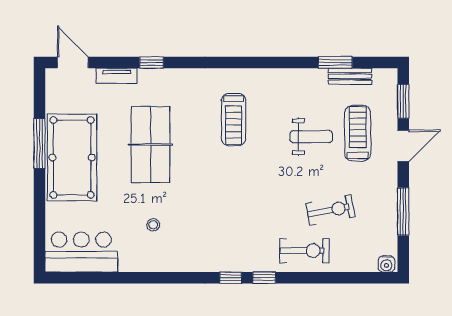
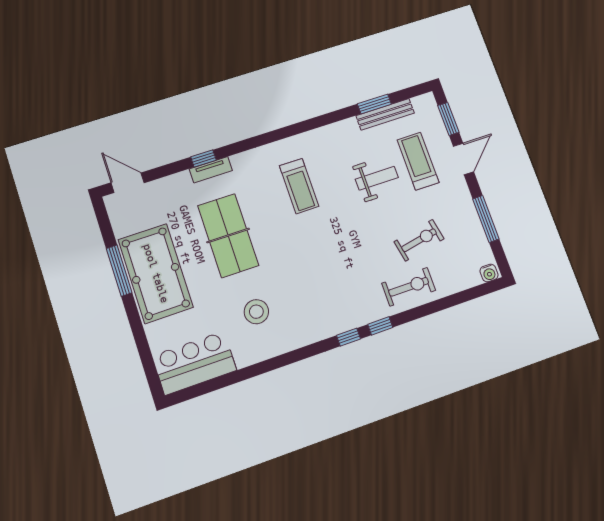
tv unit: (117, 76) -> (211, 170), moved
bench: (350, 76) -> (385, 114), width x1.36
stool: (153, 225) -> (256, 312), width x1.89, depth x1.89

